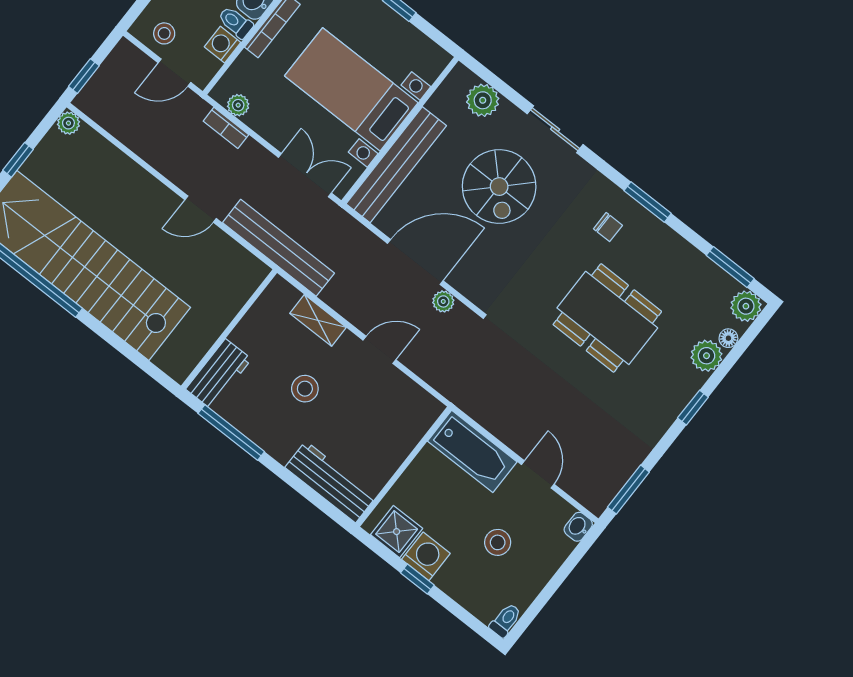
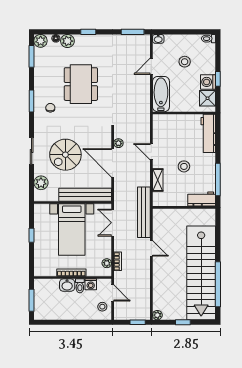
spiral stairs: (499, 187) -> (65, 155), turned 180

